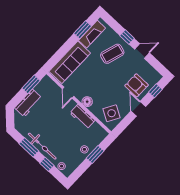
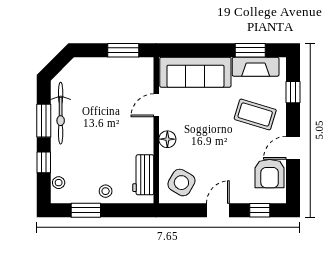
window: (127, 37) -> (293, 92), moved
door: (142, 51) -> (293, 148), swing flipped
armchair: (137, 85) -> (270, 174), moved, turned 180
workbench: (28, 103) -> (98, 69), removed
workbench: (82, 117) -> (143, 175), moved
bicycle: (42, 146) -> (61, 113), moved
window: (95, 154) -> (86, 210), moved

